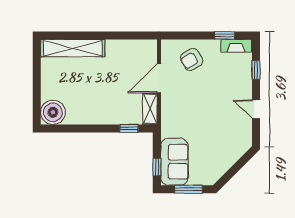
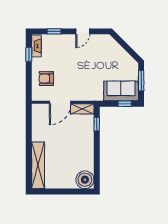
armchair: (192, 60) -> (46, 78), turned 120
door: (159, 78) -> (60, 102), hinge flipped

